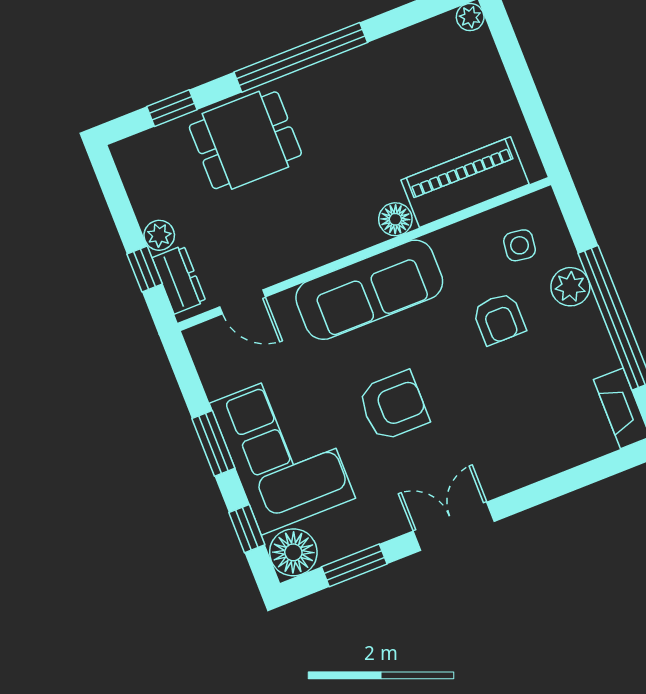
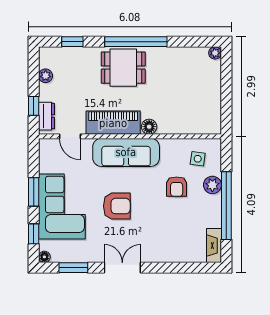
dining table: (245, 140) -> (123, 68), moved
piano: (465, 182) -> (113, 123), moved
plant: (159, 235) -> (46, 76), moved
floor lamp: (293, 552) -> (44, 257), width x0.53, depth x0.53

